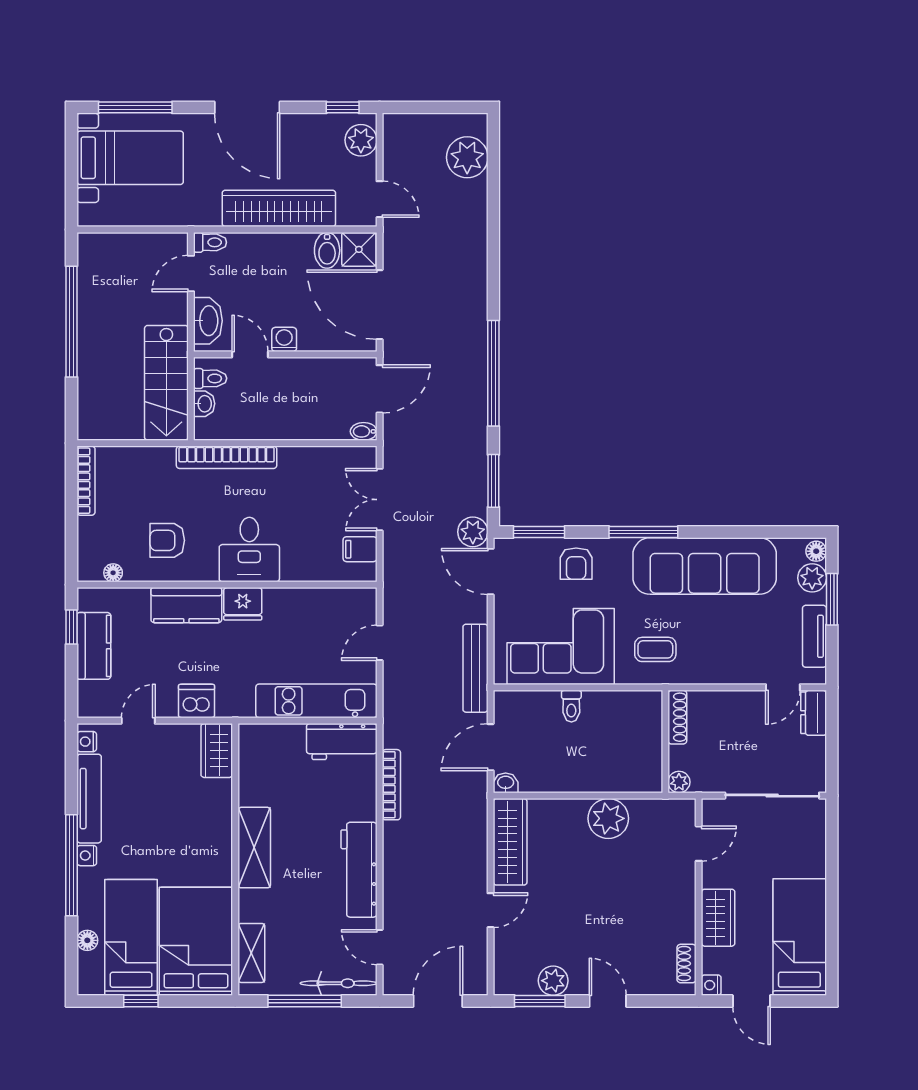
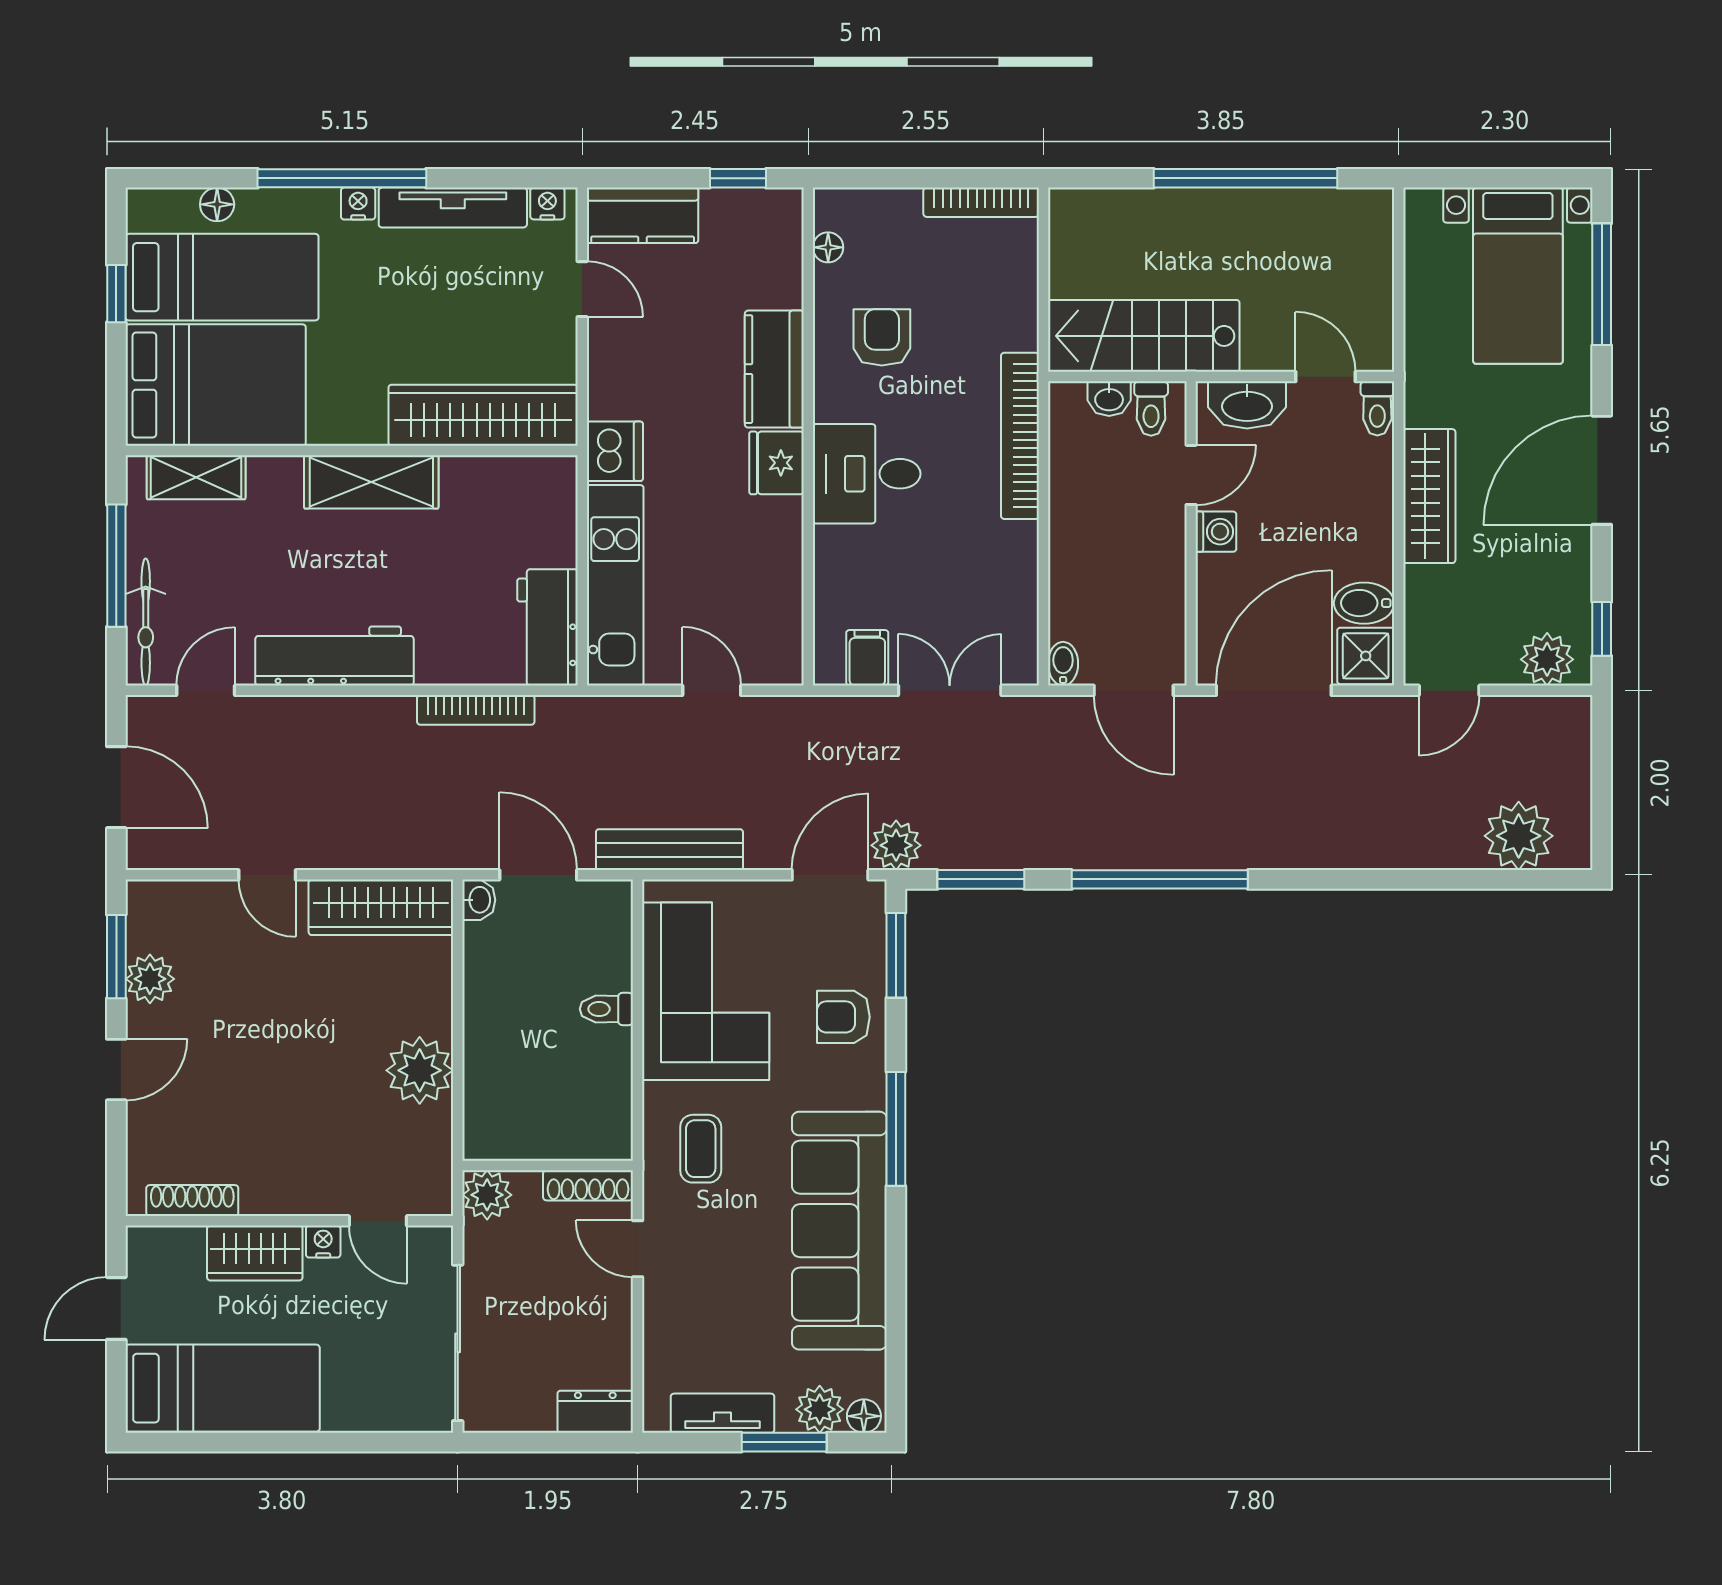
wardrobe: (279, 208) -> (1429, 496), width x0.71, depth x0.85
kitchen counter: (94, 646) -> (643, 215), moved
door: (783, 687) -> (638, 1249), moved
dishwasher: (197, 701) -> (615, 451), moved
wardrobe: (217, 751) -> (483, 415), width x2.10, depth x1.17
plant: (679, 782) -> (487, 1195), width x1.38, depth x1.38
shoe rack: (687, 964) -> (192, 1201), width x1.43
nightstand: (711, 985) -> (323, 1242), moved

